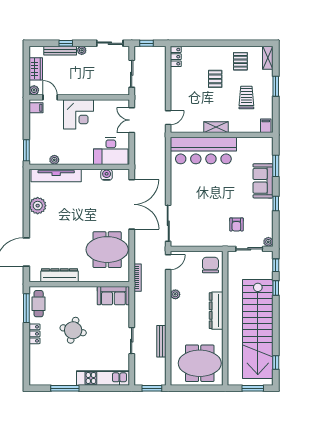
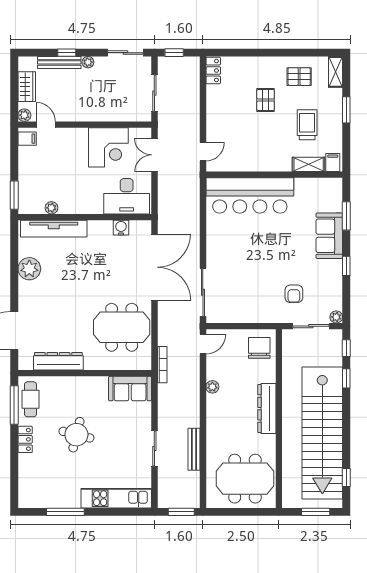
pallet: (240, 61) -> (299, 77), turned 90
corner desk: (78, 114) -> (108, 147), moved
shelving: (216, 127) -> (309, 164), moved

